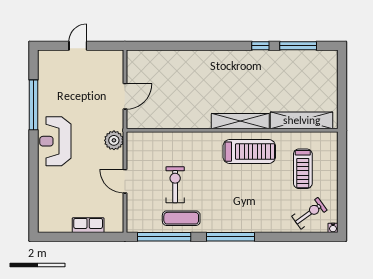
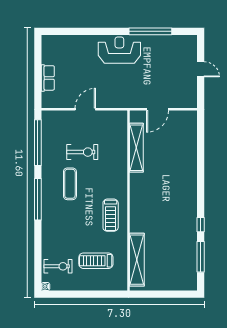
door: (125, 96) -> (158, 109), hinge flipped
shelving: (240, 121) -> (136, 148), moved
plant: (114, 140) -> (120, 100), removed
treadmill: (249, 152) -> (111, 215), width x0.73, depth x0.73
exercise bike: (309, 213) -> (58, 266), turned -54
exercise mat: (181, 218) -> (70, 184), moved

